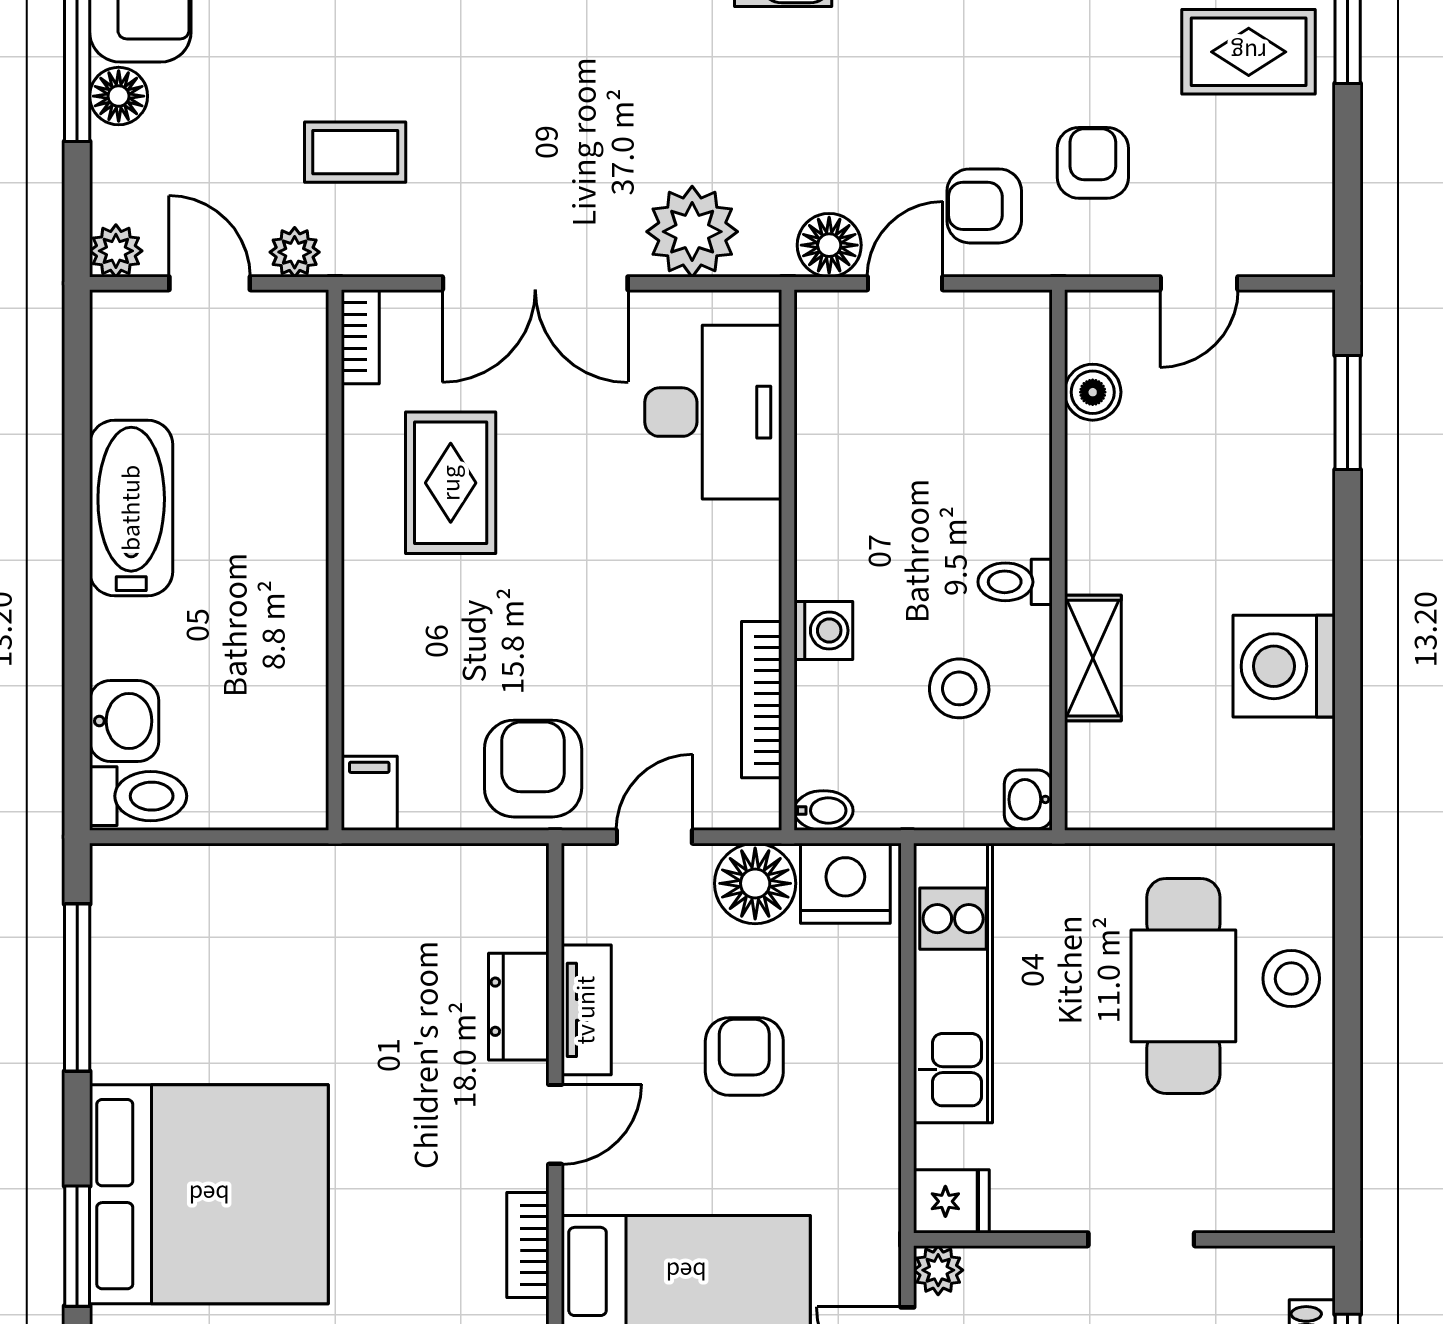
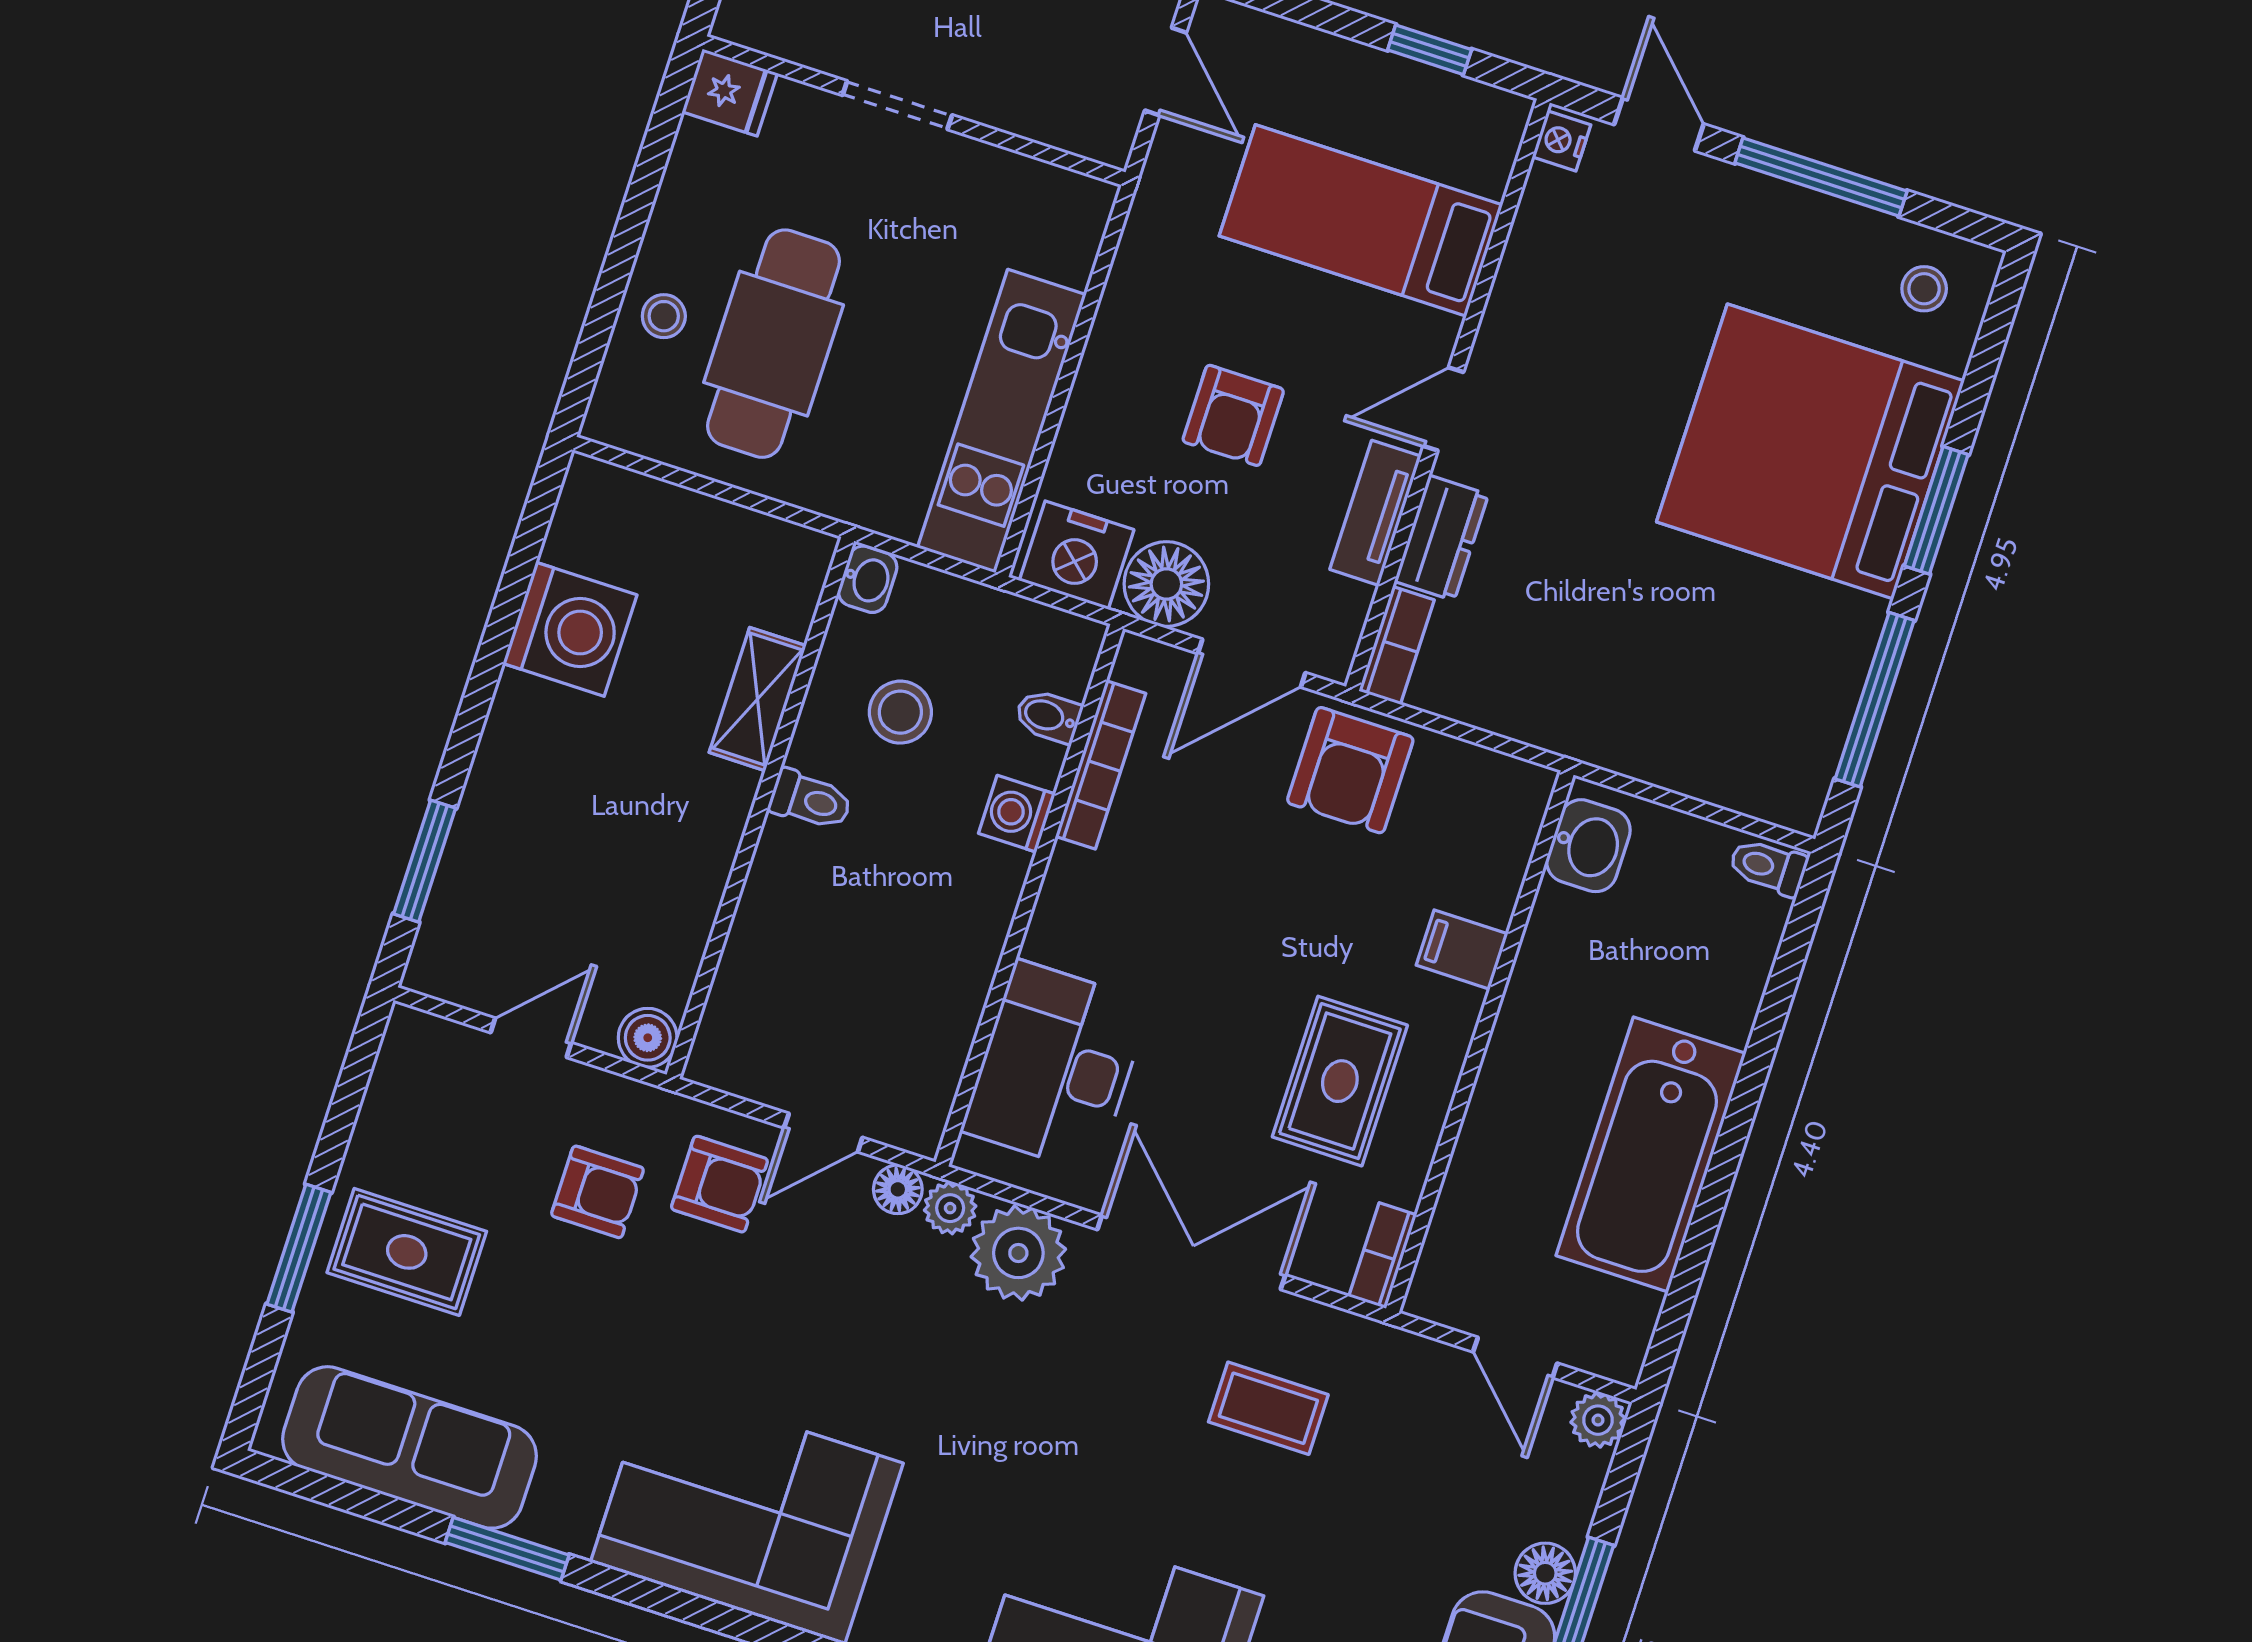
coffee table: (355, 152) -> (1268, 1408), moved
armchair: (1093, 163) -> (597, 1192), turned -90
floor lamp: (829, 245) -> (898, 1189), width x0.73, depth x0.73
plant: (295, 252) -> (950, 1208), moved
boiler: (1093, 392) -> (648, 1038), moved
bathtub: (131, 508) -> (1651, 1154), width x1.36, depth x1.36
washbasin: (124, 721) -> (1588, 846), moved, turned 180
filing cabinet: (369, 793) -> (1462, 950), moved, turned 90
toilet: (138, 796) -> (1768, 867), width x0.73, depth x0.72
bidet: (824, 811) -> (1048, 716), moved
door: (654, 837) -> (1252, 663), width x1.38
stool: (1291, 979) -> (664, 316), width x0.73, depth x0.73
fridge: (951, 1201) -> (730, 93), moved, turned 180
bookcase: (528, 1245) -> (1397, 645), moved
window: (77, 1246) -> (1936, 510), moved
plant: (938, 1270) -> (1109, 140), removed

